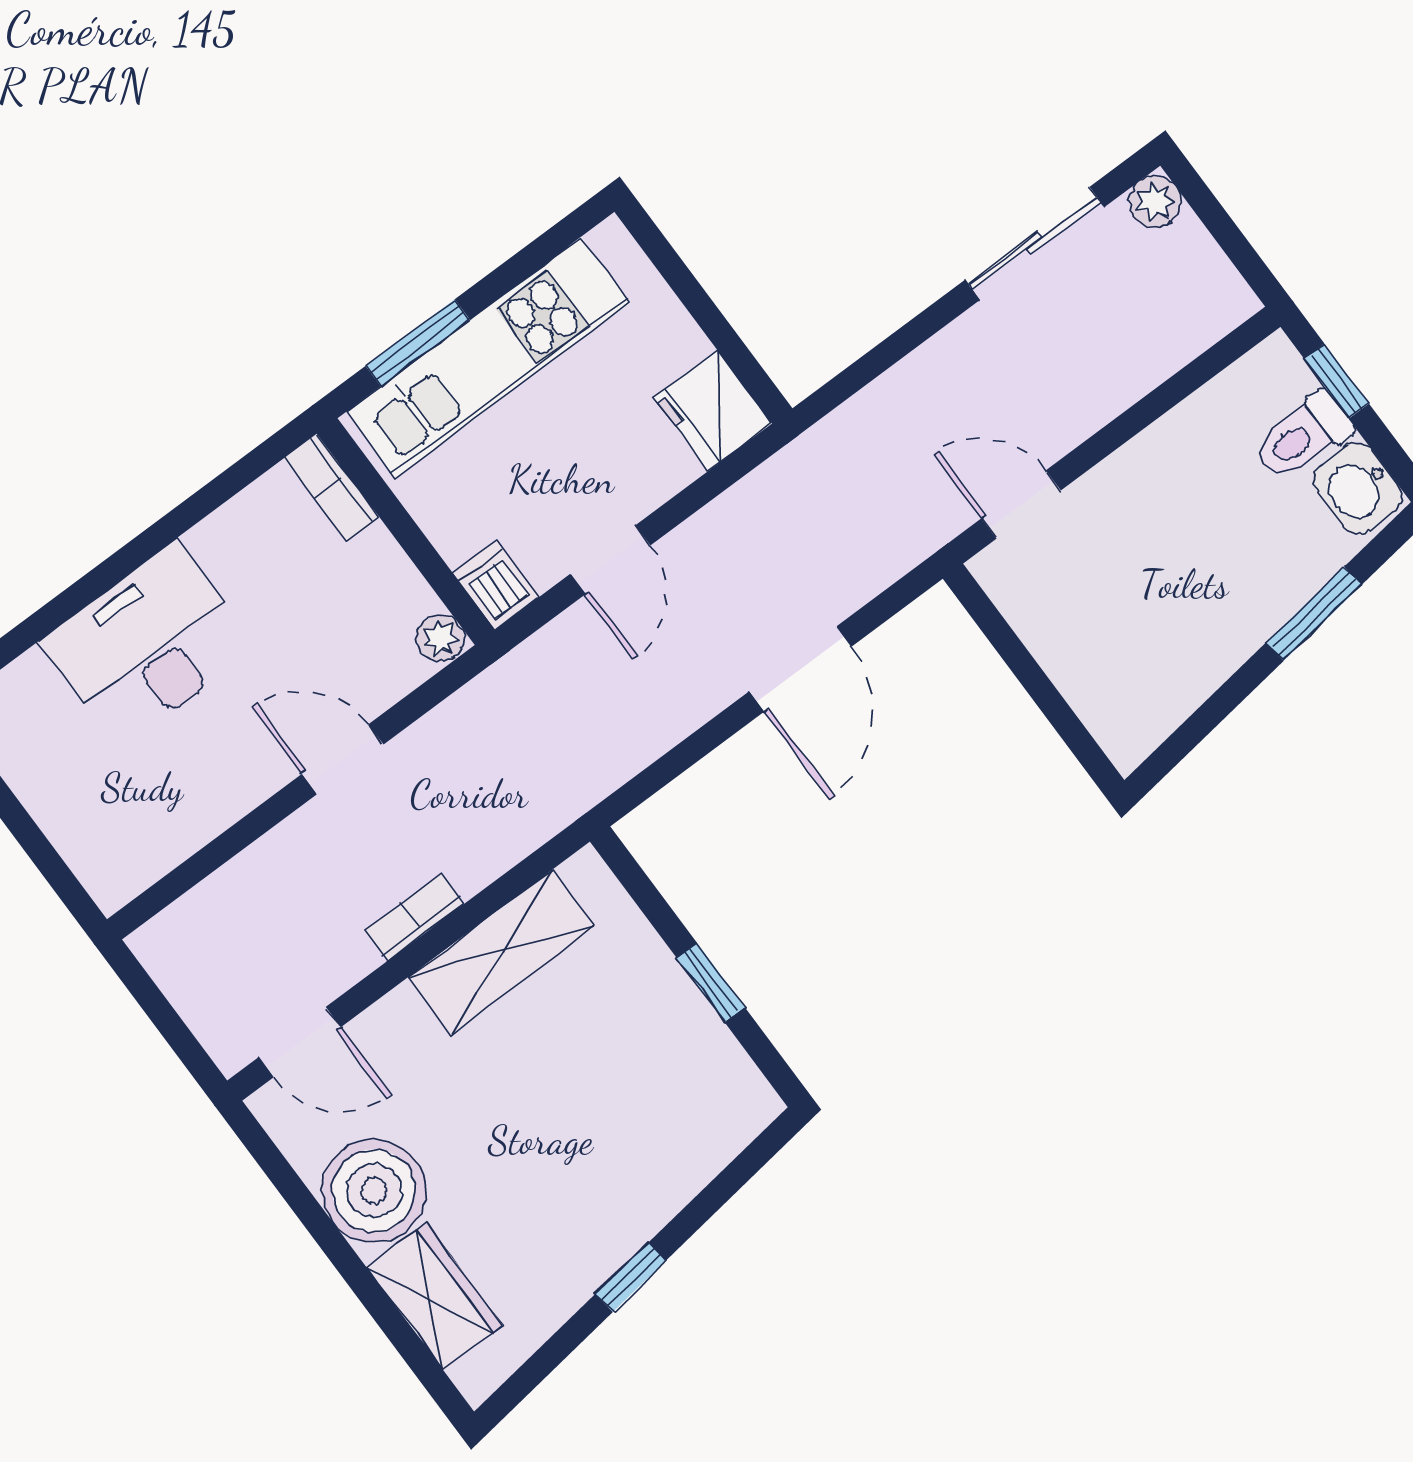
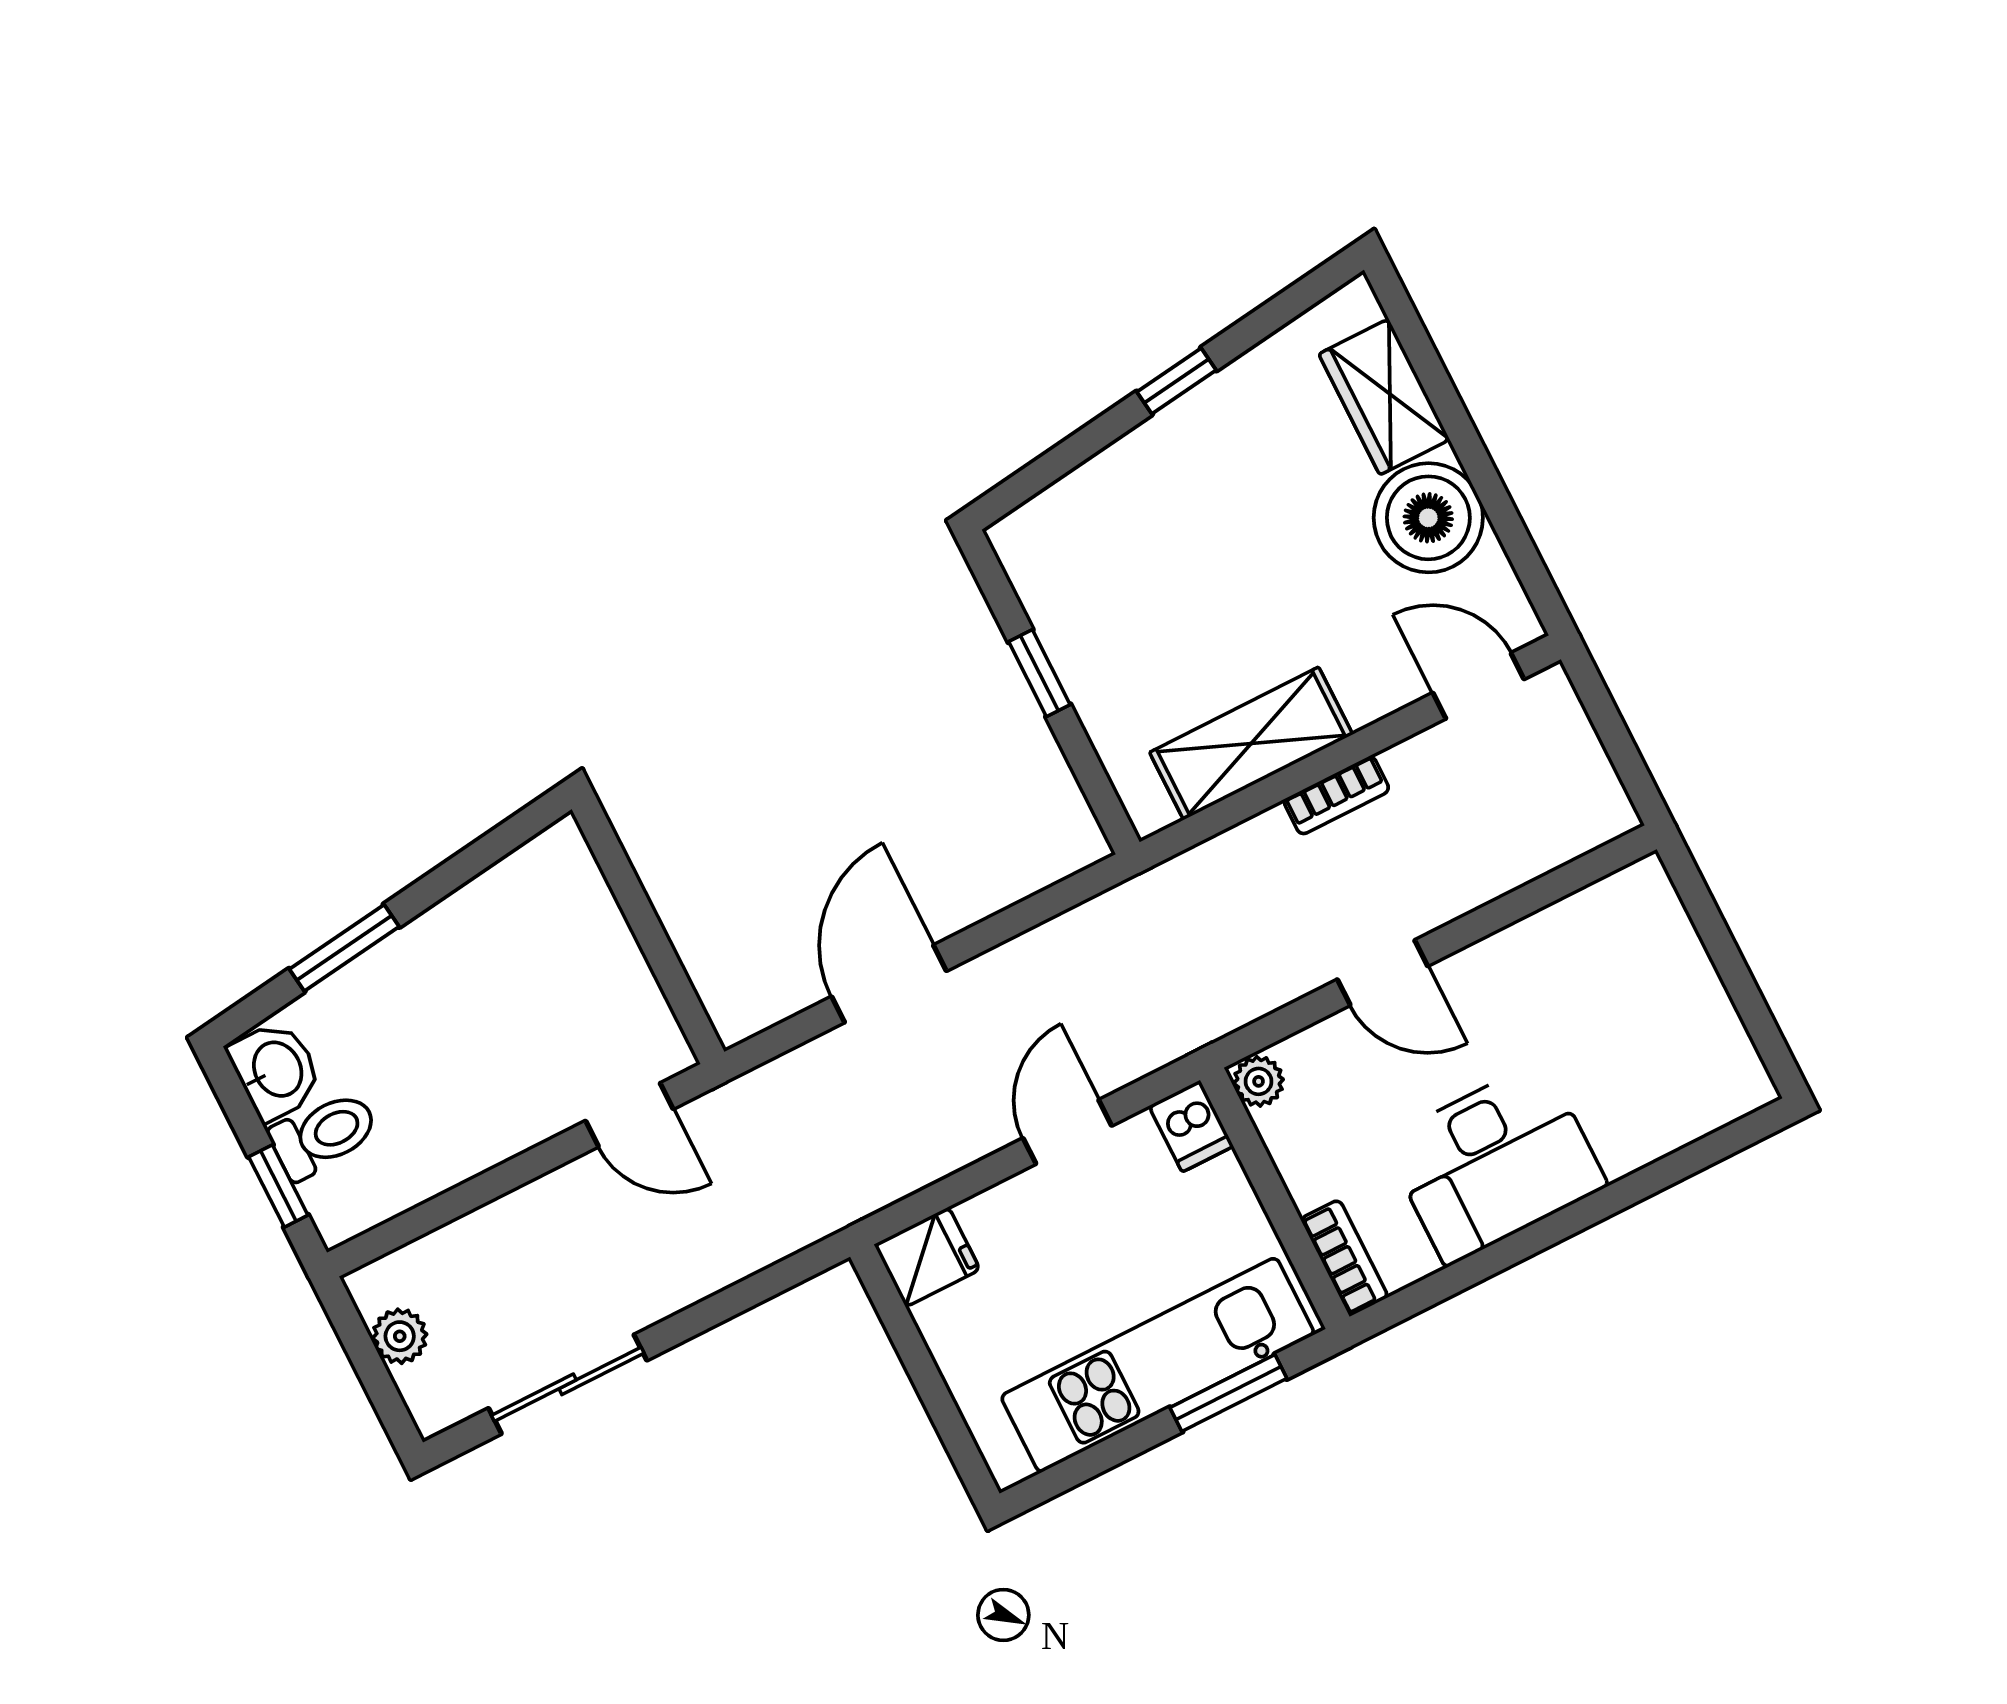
plant: (1155, 202) -> (400, 1336), moved
fridge: (713, 410) -> (927, 1257), width x0.72
desk: (148, 644) -> (1495, 1163), moved

